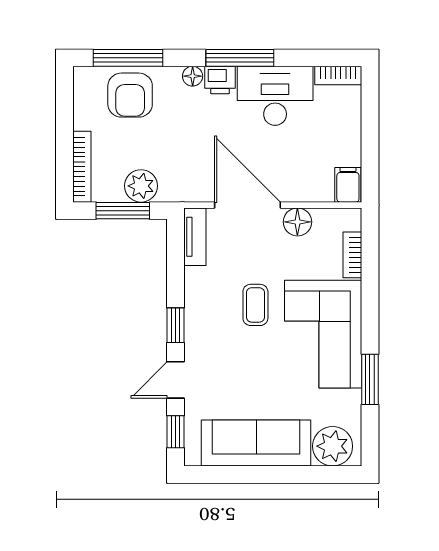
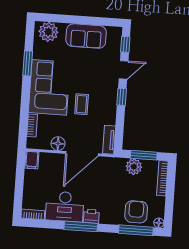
floor lamp: (193, 76) -> (159, 223), moved
door: (248, 205) -> (82, 154), hinge flipped
sofa: (256, 443) -> (86, 36), width x0.73

